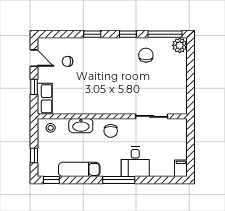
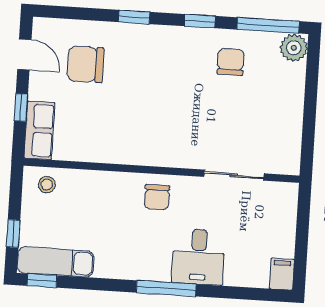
chair: (67, 61) -> (85, 64), width x1.87, depth x1.87
washbasin: (81, 126) -> (103, 184), removed
exam couch: (79, 169) -> (56, 262), moved

